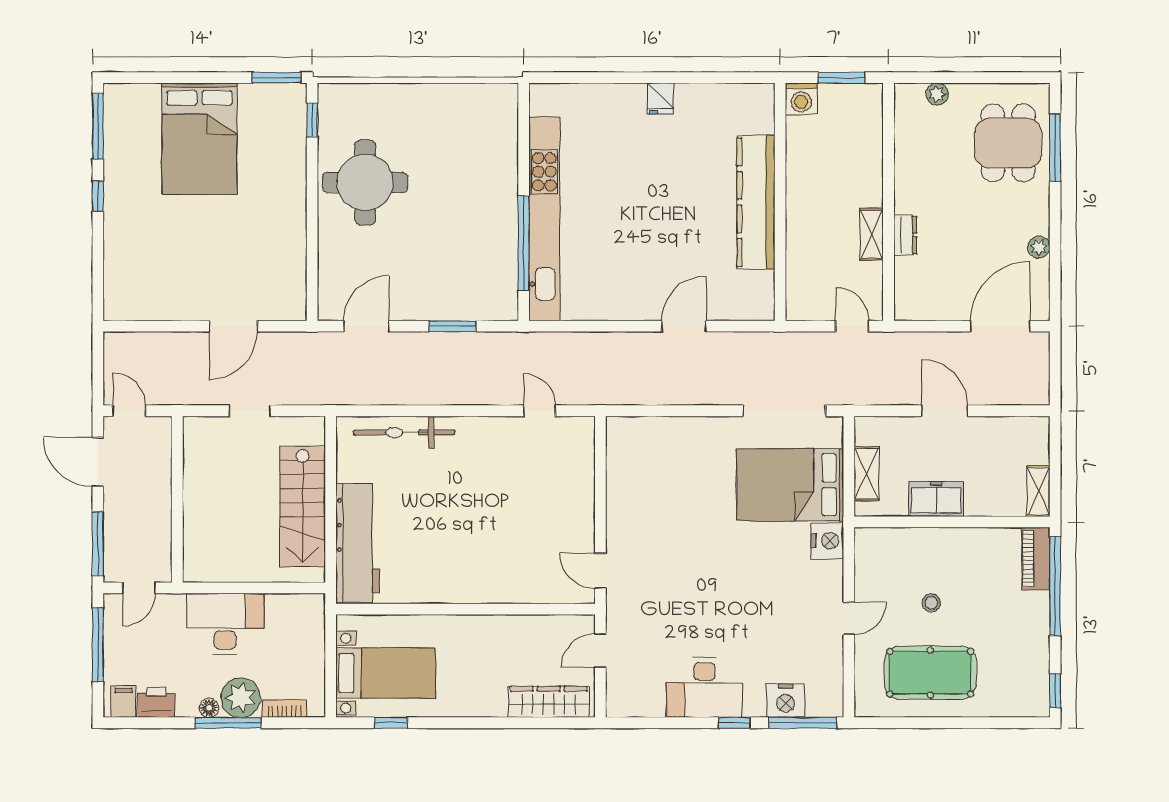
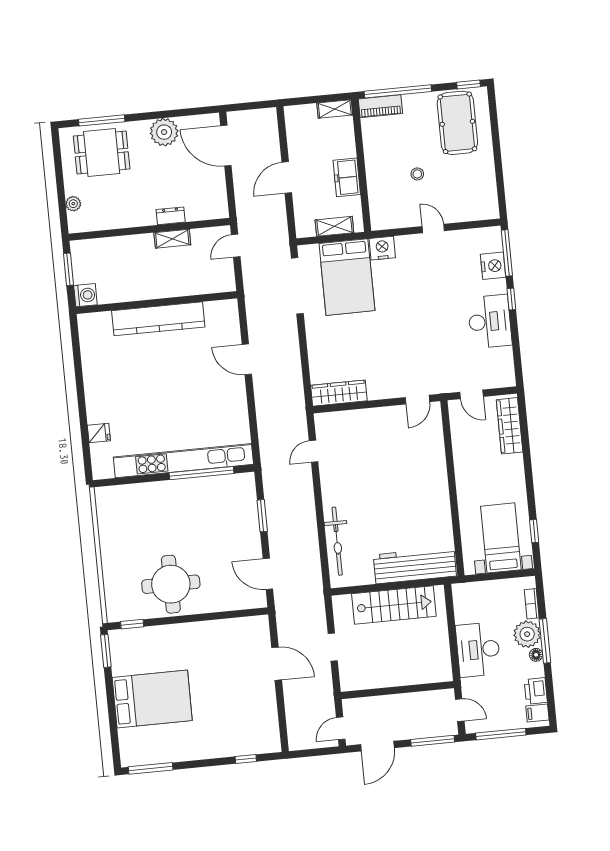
fridge: (660, 99) -> (99, 433), moved
window: (98, 196) -> (246, 759), moved
plant: (1039, 247) -> (164, 132), width x1.87, depth x1.87
wardrobe: (621, 456) -> (339, 393), added
pool table: (930, 673) -> (457, 123), moved

